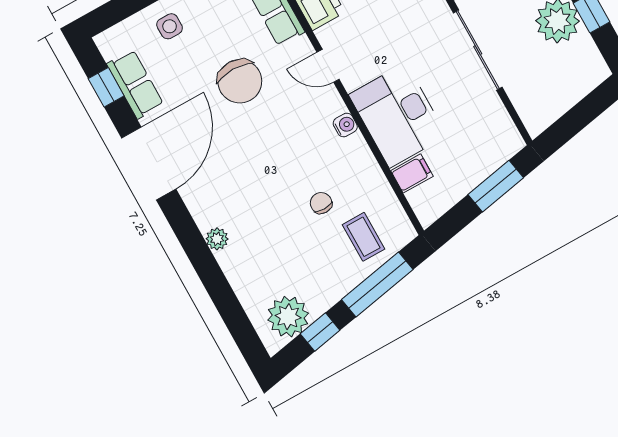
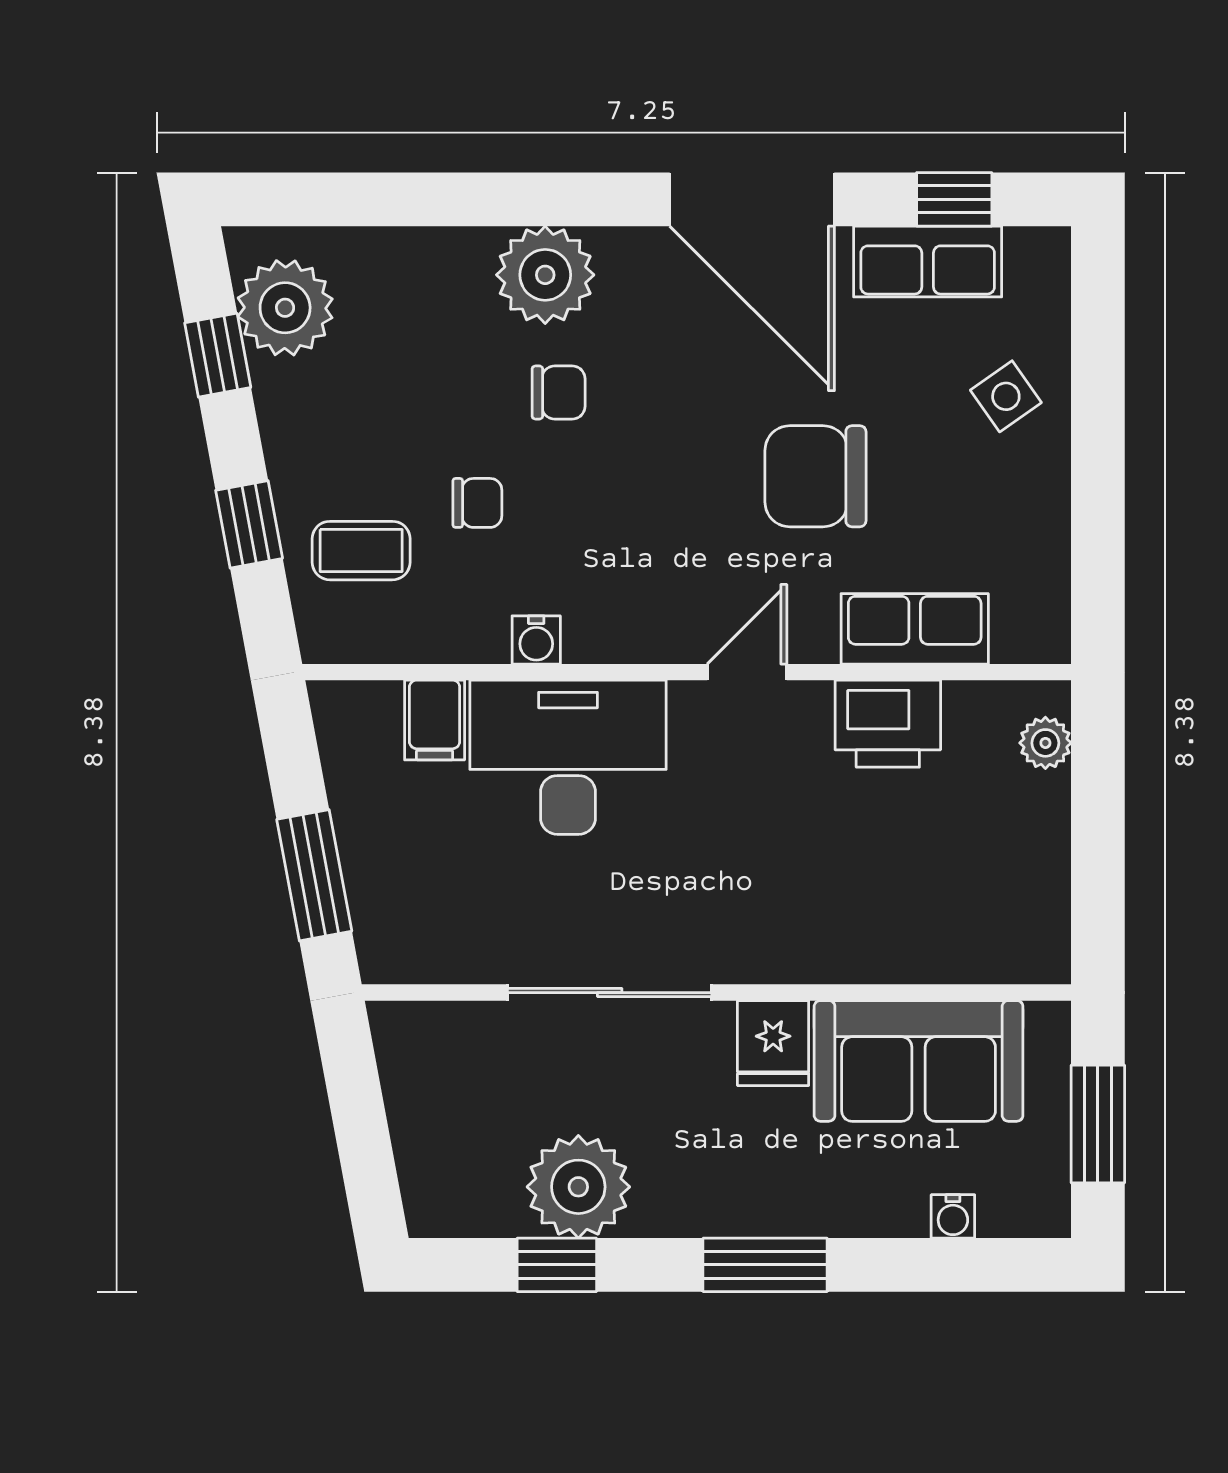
side table: (170, 26) -> (1006, 396), turned -35
water cooler: (345, 125) -> (536, 640), moved
chair: (262, 196) -> (559, 392), added
plant: (217, 239) -> (545, 275), width x1.88, depth x1.88
window: (377, 285) -> (249, 524), width x0.46

